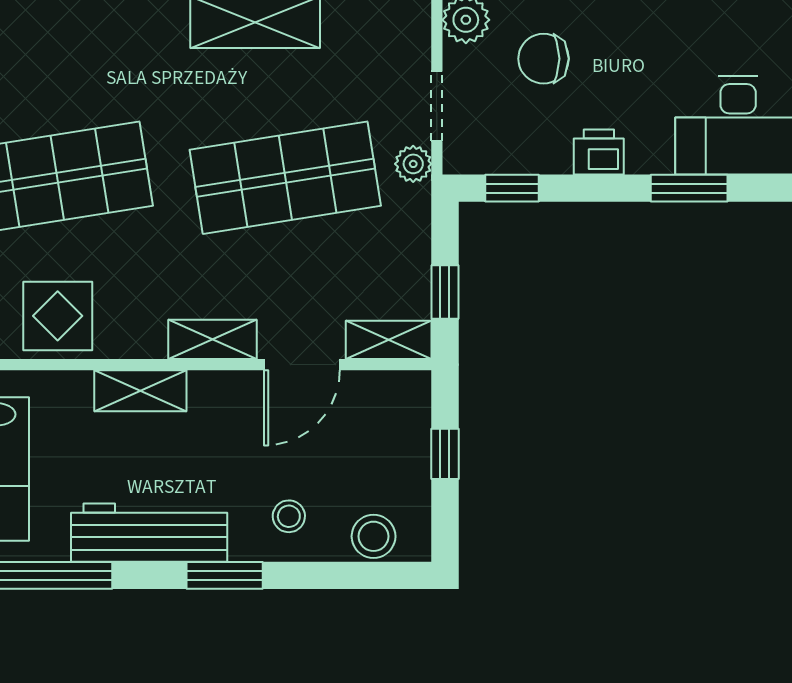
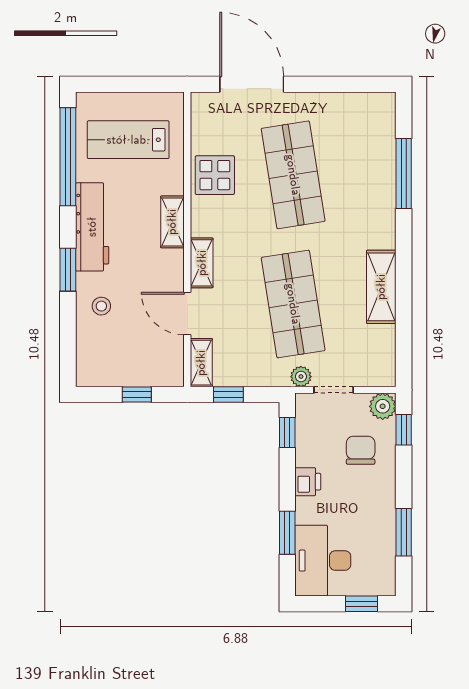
stool: (374, 536) -> (90, 354), removed

